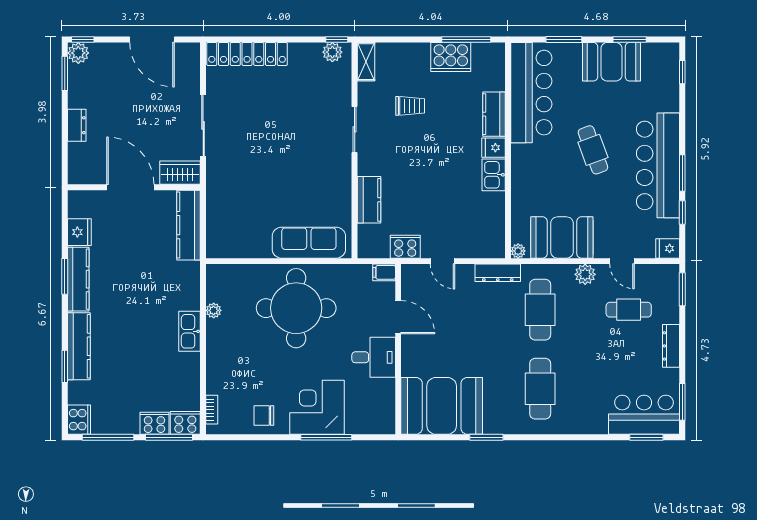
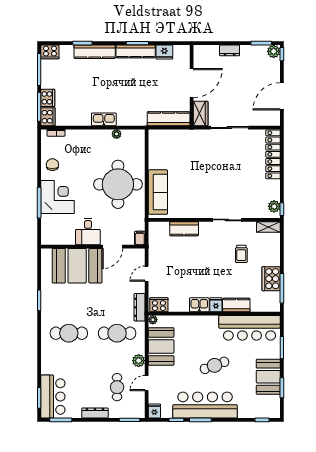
cooker: (405, 247) -> (159, 305), moved, turned -90
booth: (442, 406) -> (77, 266), moved, turned 90

